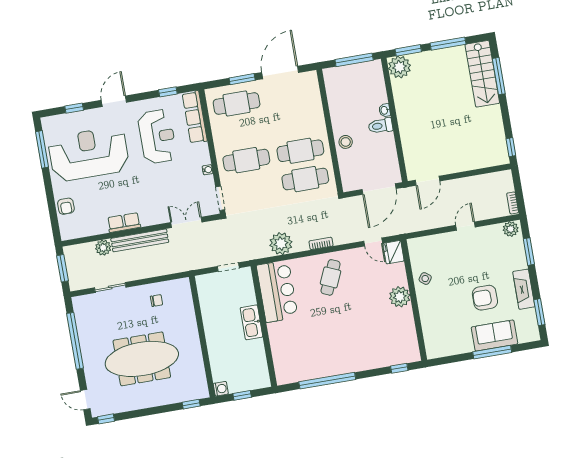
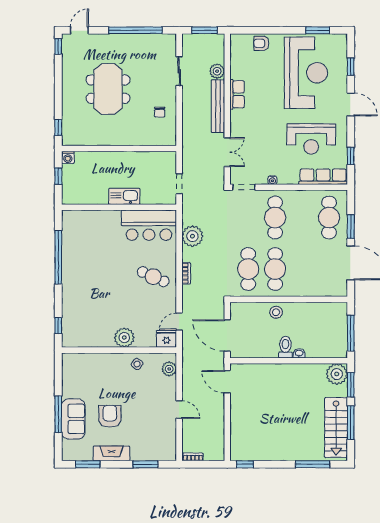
stairs: (482, 74) -> (336, 428), moved, turned -90
window: (42, 149) -> (318, 30), width x0.69
plant: (511, 229) -> (169, 369), moved
meeting table: (142, 359) -> (108, 89), width x0.73

